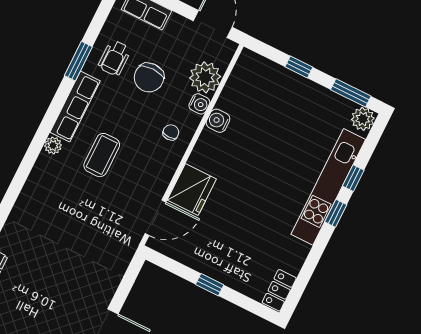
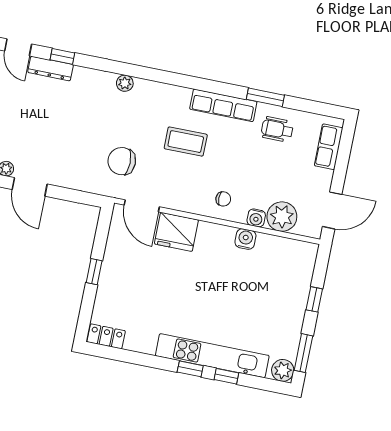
chair: (149, 77) -> (122, 161), moved
plant: (53, 145) -> (125, 83), moved

